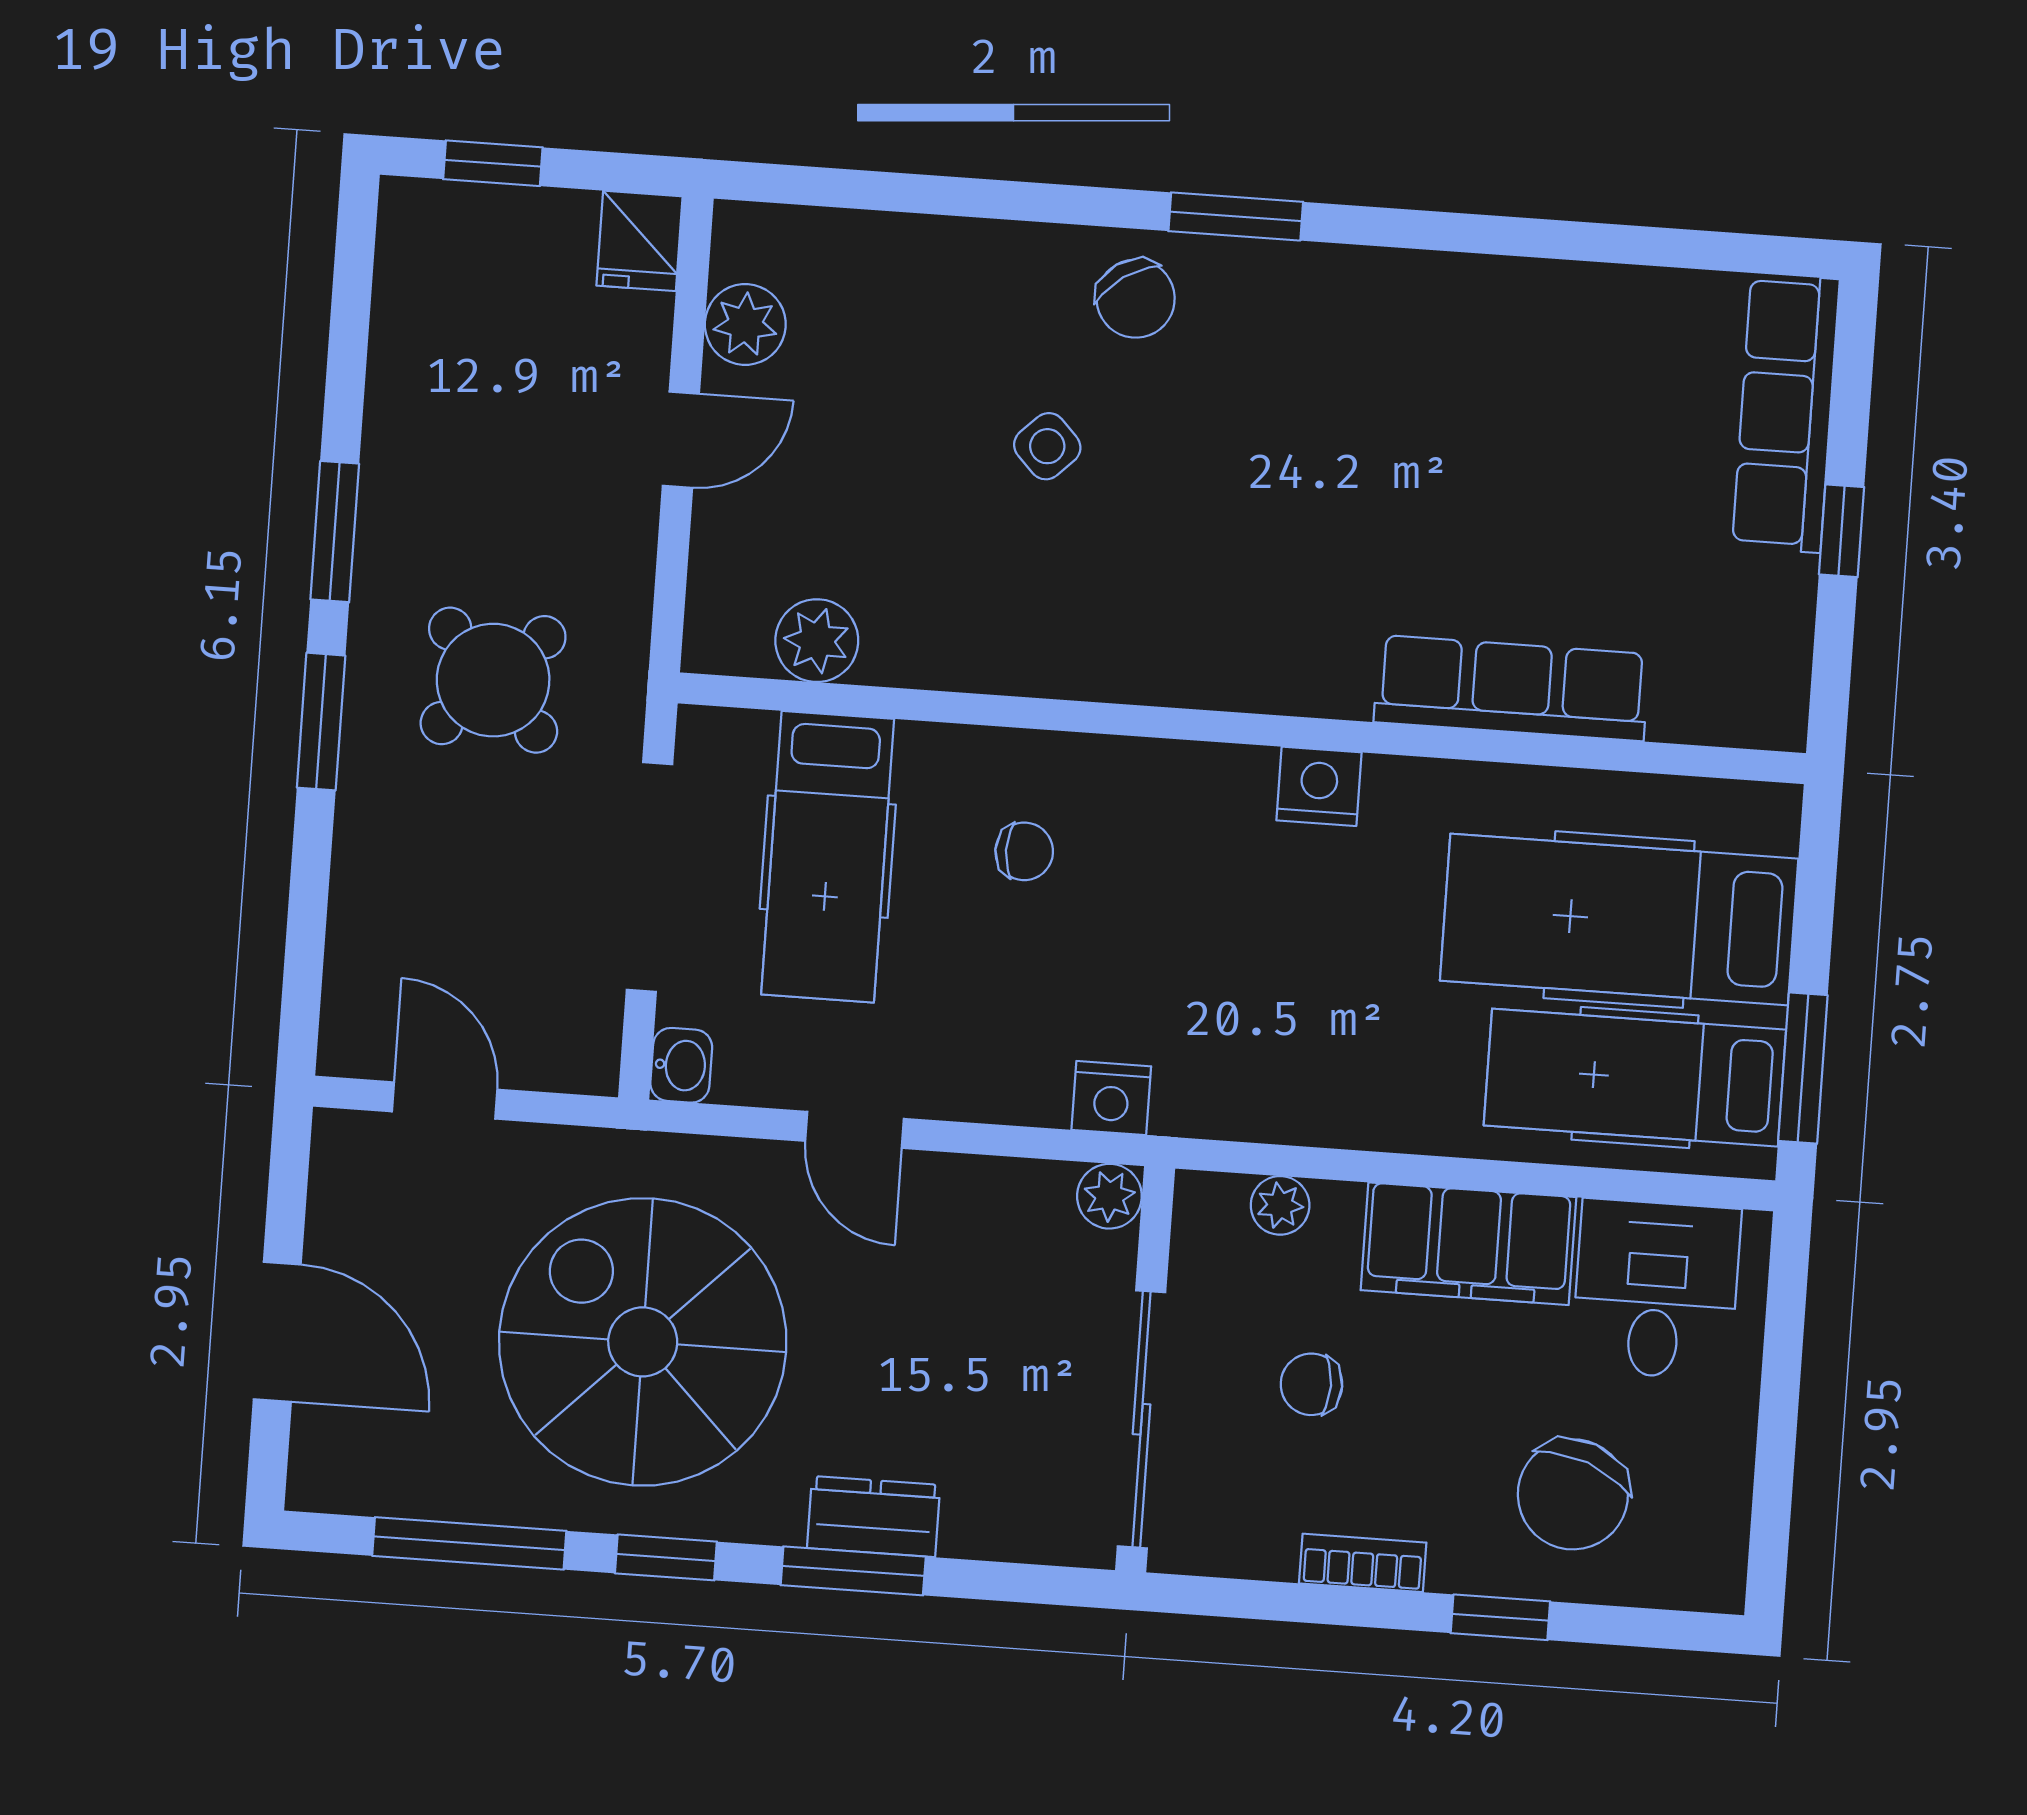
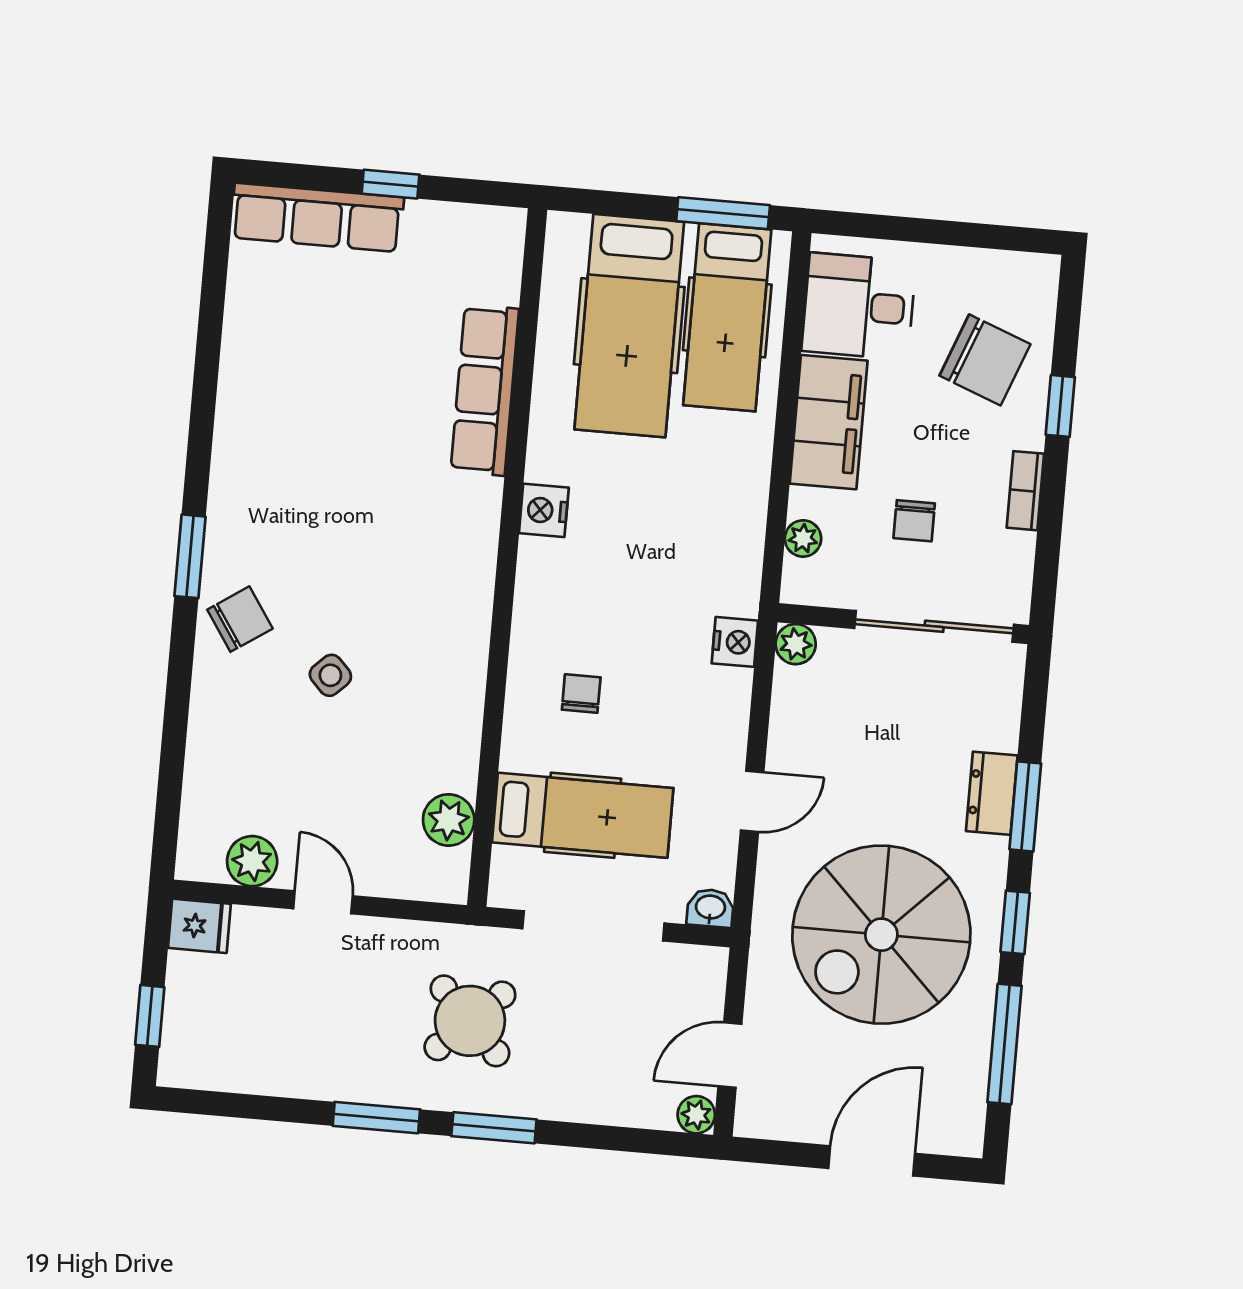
plant: (347, 1048) -> (696, 1115), added

